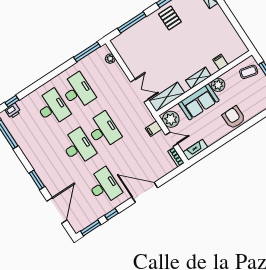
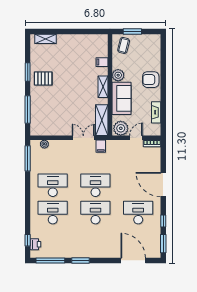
filing cabinet: (154, 129) -> (101, 146), moved
fireplace: (195, 150) -> (156, 112), moved
window: (37, 180) -> (80, 261), moved
door: (145, 192) -> (163, 185), hinge flipped

